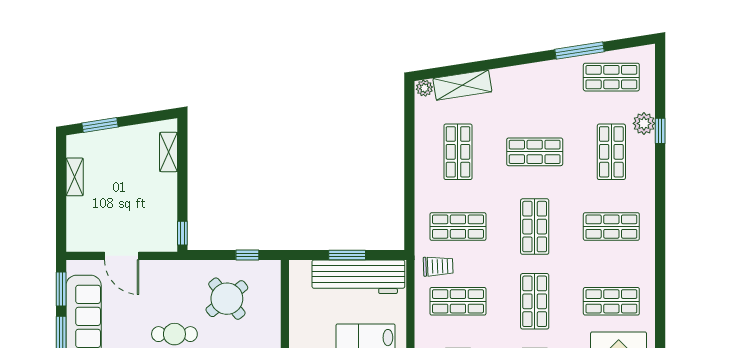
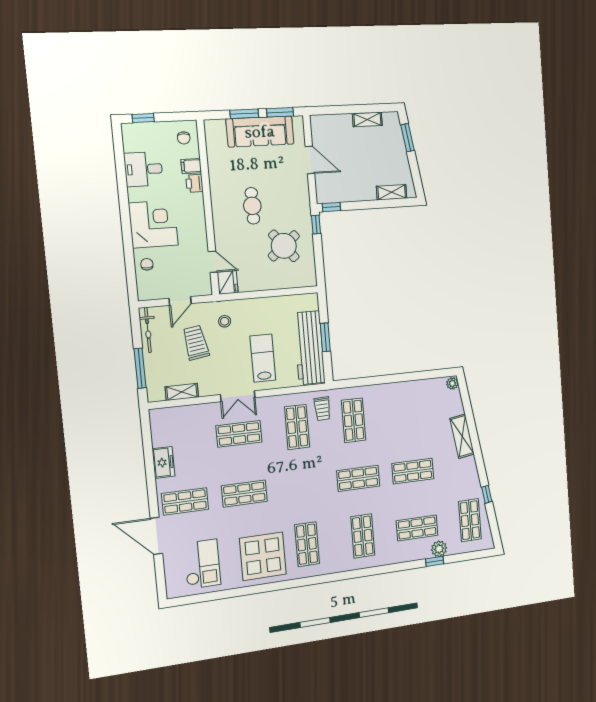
window: (580, 50) -> (487, 494), width x0.46
shelving: (462, 85) -> (462, 436), moved
shop shelf: (458, 152) -> (408, 414), removed
shop shelf: (535, 152) -> (413, 471), turned 90
window: (247, 255) -> (316, 225), moved
door: (122, 256) -> (310, 160), swing flipped
shop shelf: (535, 301) -> (302, 486), removed

